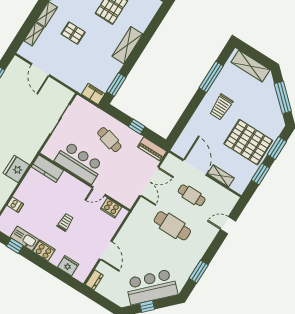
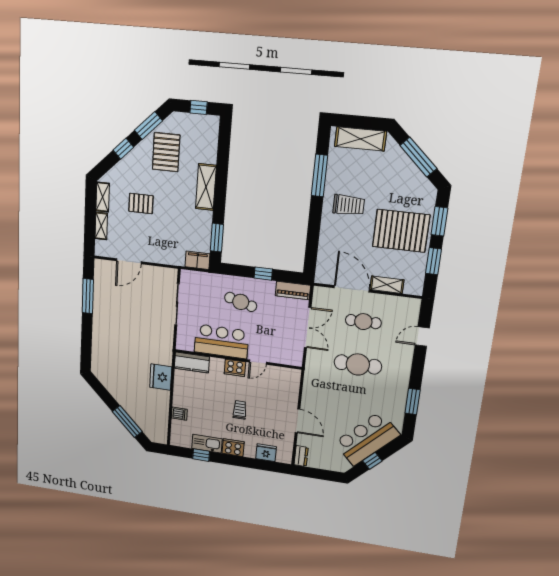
door: (40, 70) -> (129, 261), hinge flipped
trolley: (221, 107) -> (349, 205), turned -90
cooker: (111, 208) -> (235, 368), moved

